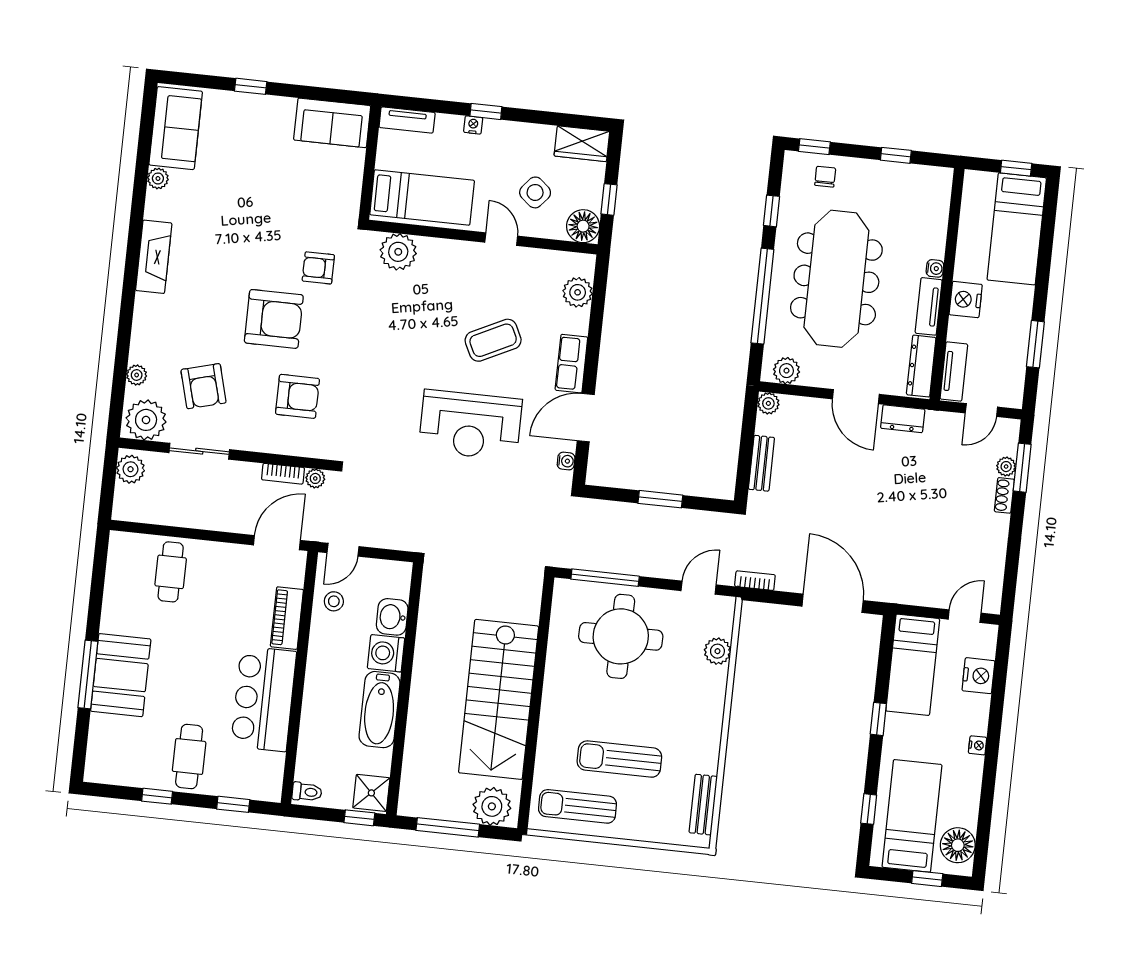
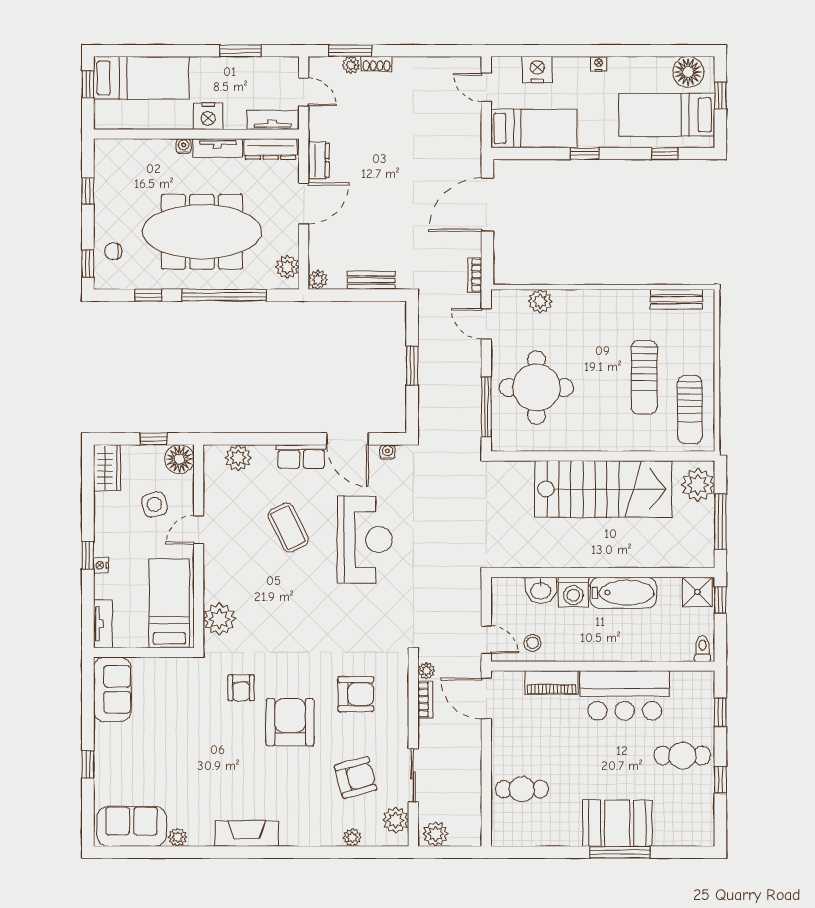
side table: (535, 192) -> (154, 505), turned 37
armchair: (298, 396) -> (356, 694), turned 90
plant: (146, 420) -> (396, 820), width x0.73, depth x0.73

